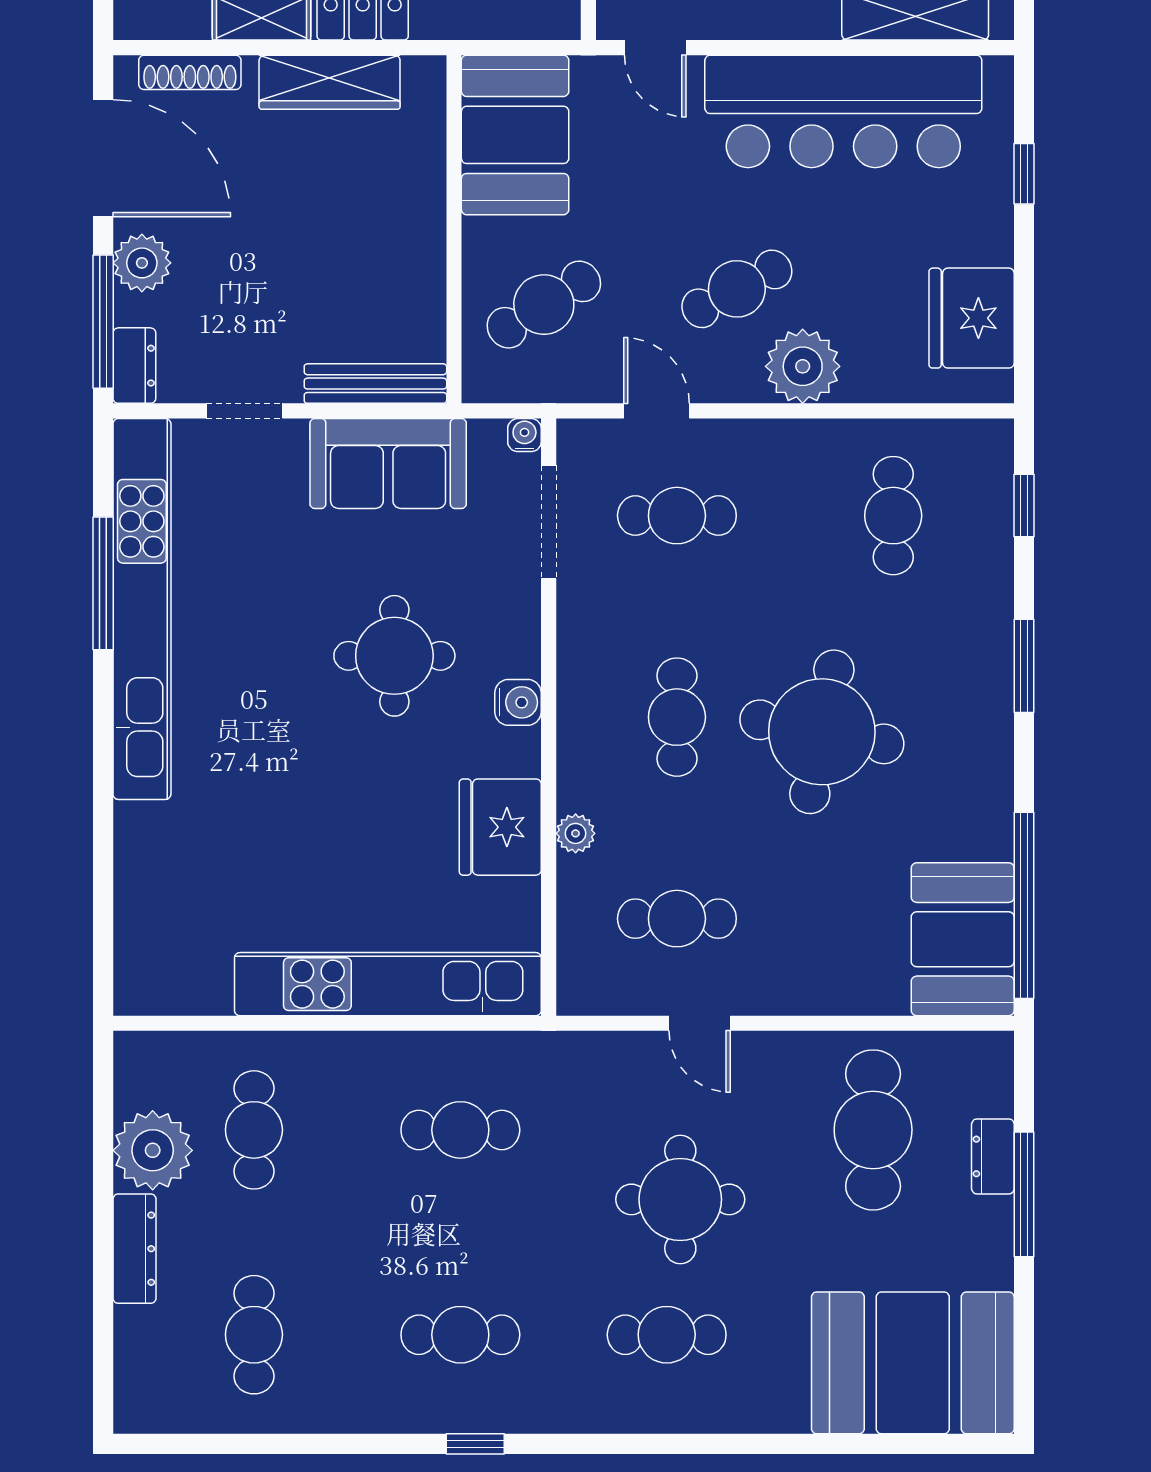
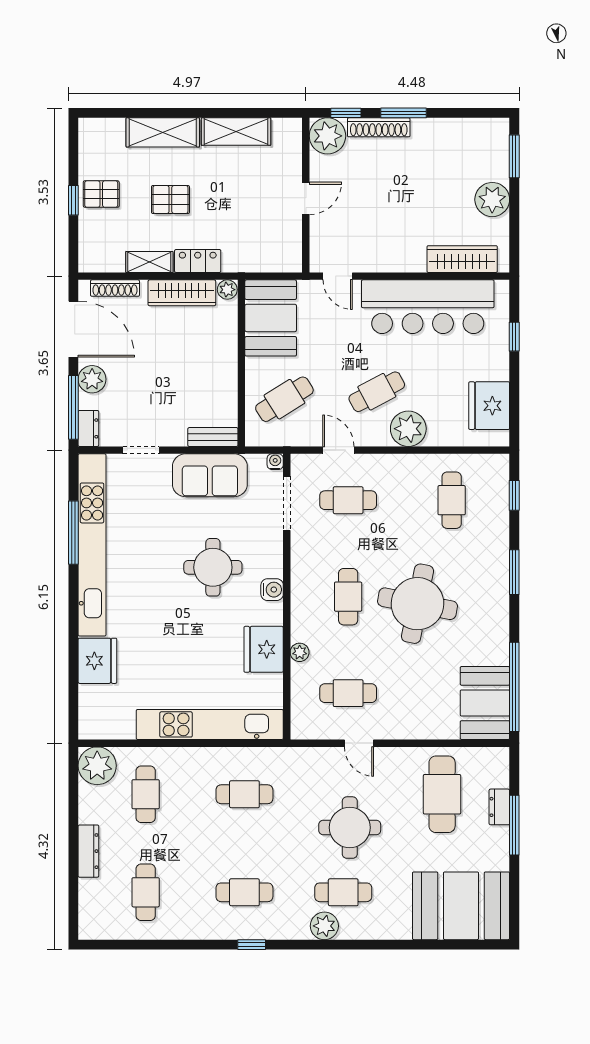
plant: (424, 76) -> (227, 290), added
bench: (375, 384) -> (213, 437), width x0.73
fridge: (153, 851) -> (97, 661), added
plant: (153, 1150) -> (97, 766), moved
plant: (627, 1405) -> (324, 926), added

